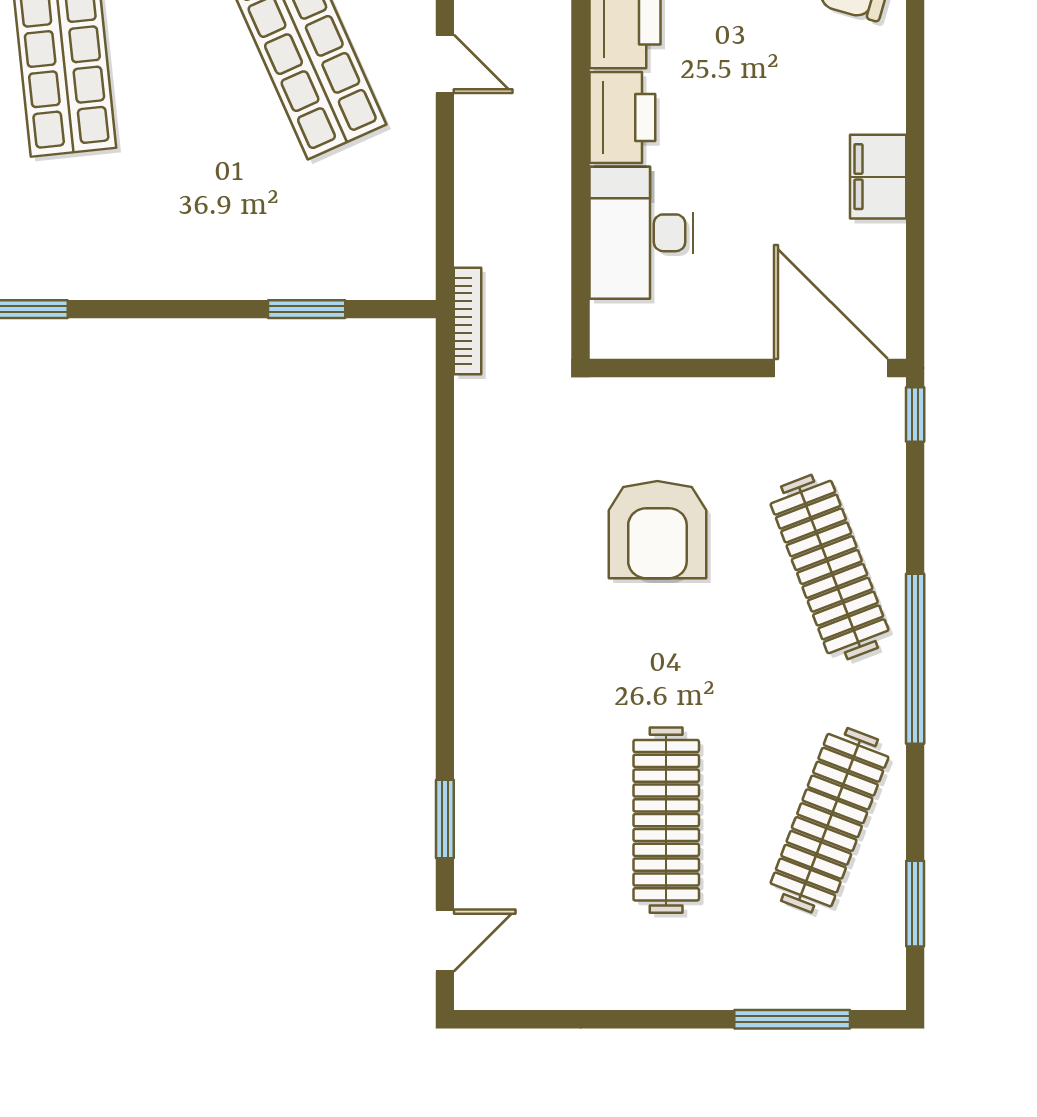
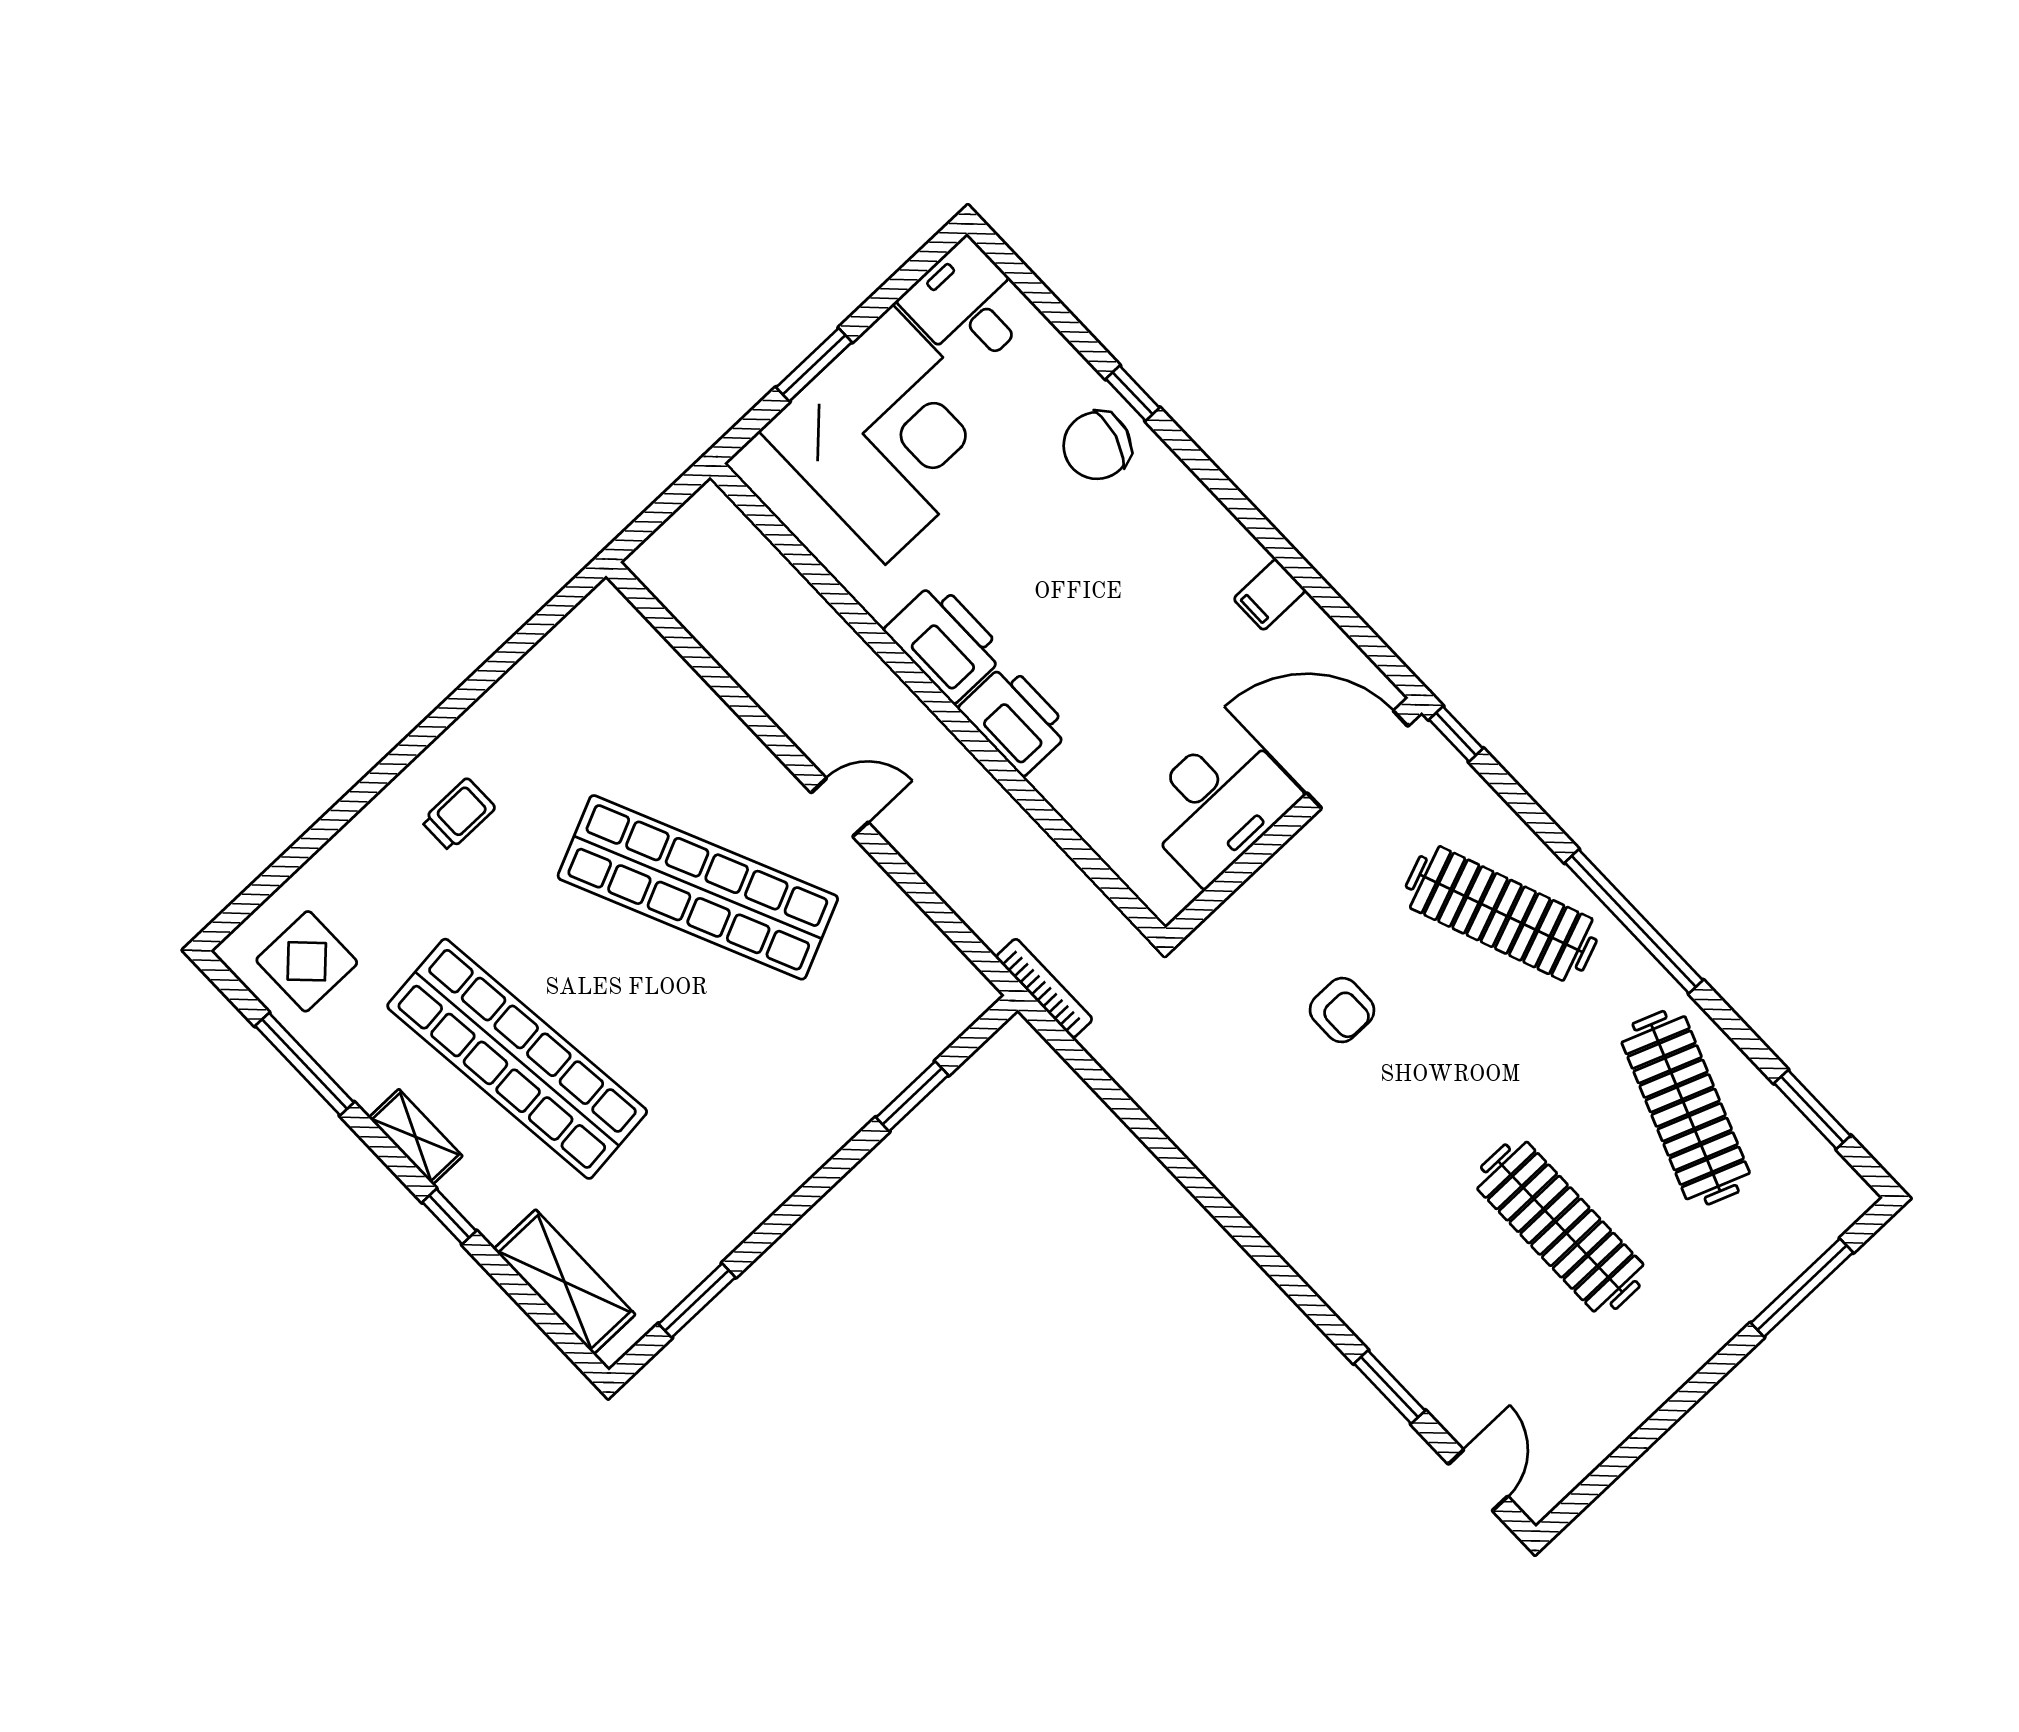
filing cabinet: (878, 177) -> (1270, 595), width x0.50
desk: (641, 233) -> (1218, 803), moved, turned -90
armchair: (657, 530) -> (1342, 1010), width x0.53, depth x0.53

